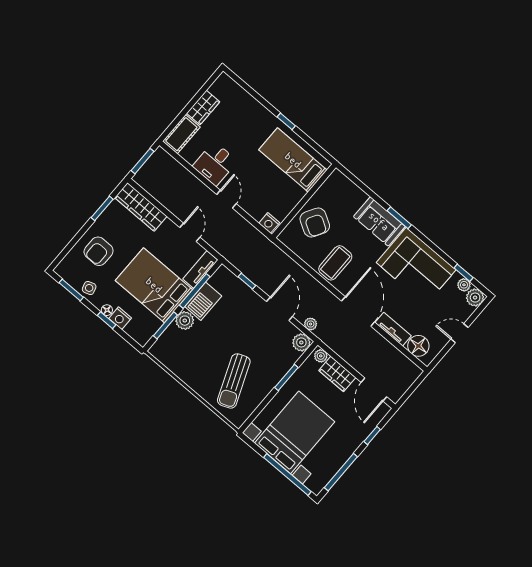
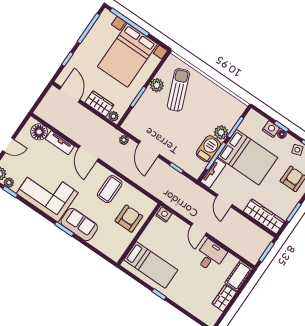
armchair: (315, 223) -> (129, 219), turned 60
door: (358, 312) -> (88, 153), width x0.73
plant: (301, 342) -> (157, 85), moved

